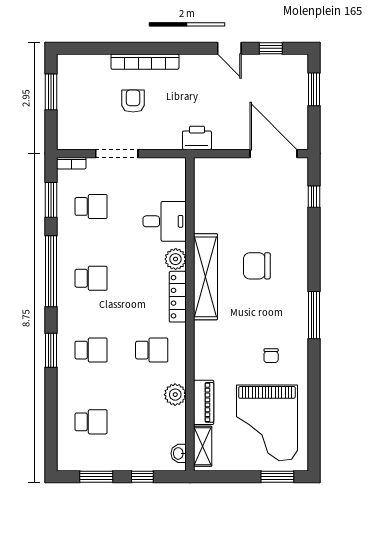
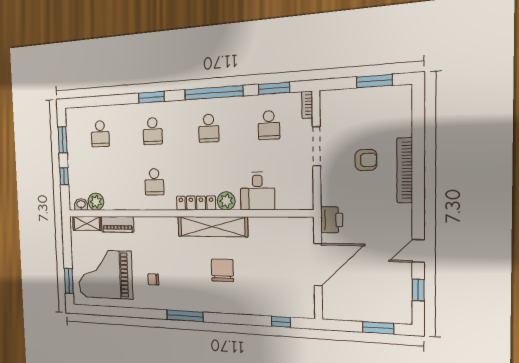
door: (274, 154) -> (318, 265), moved
plant: (175, 395) -> (96, 202), moved

